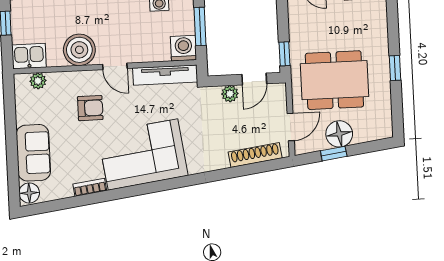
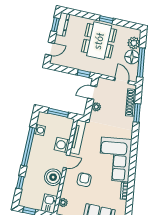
washing machine: (184, 48) -> (62, 145), moved
door: (254, 79) -> (92, 92), swing flipped
dining table: (334, 80) -> (99, 41), moved
plant: (366, 131) -> (134, 43), added
window: (334, 154) -> (141, 62), width x2.17
window: (239, 171) -> (137, 113), added

